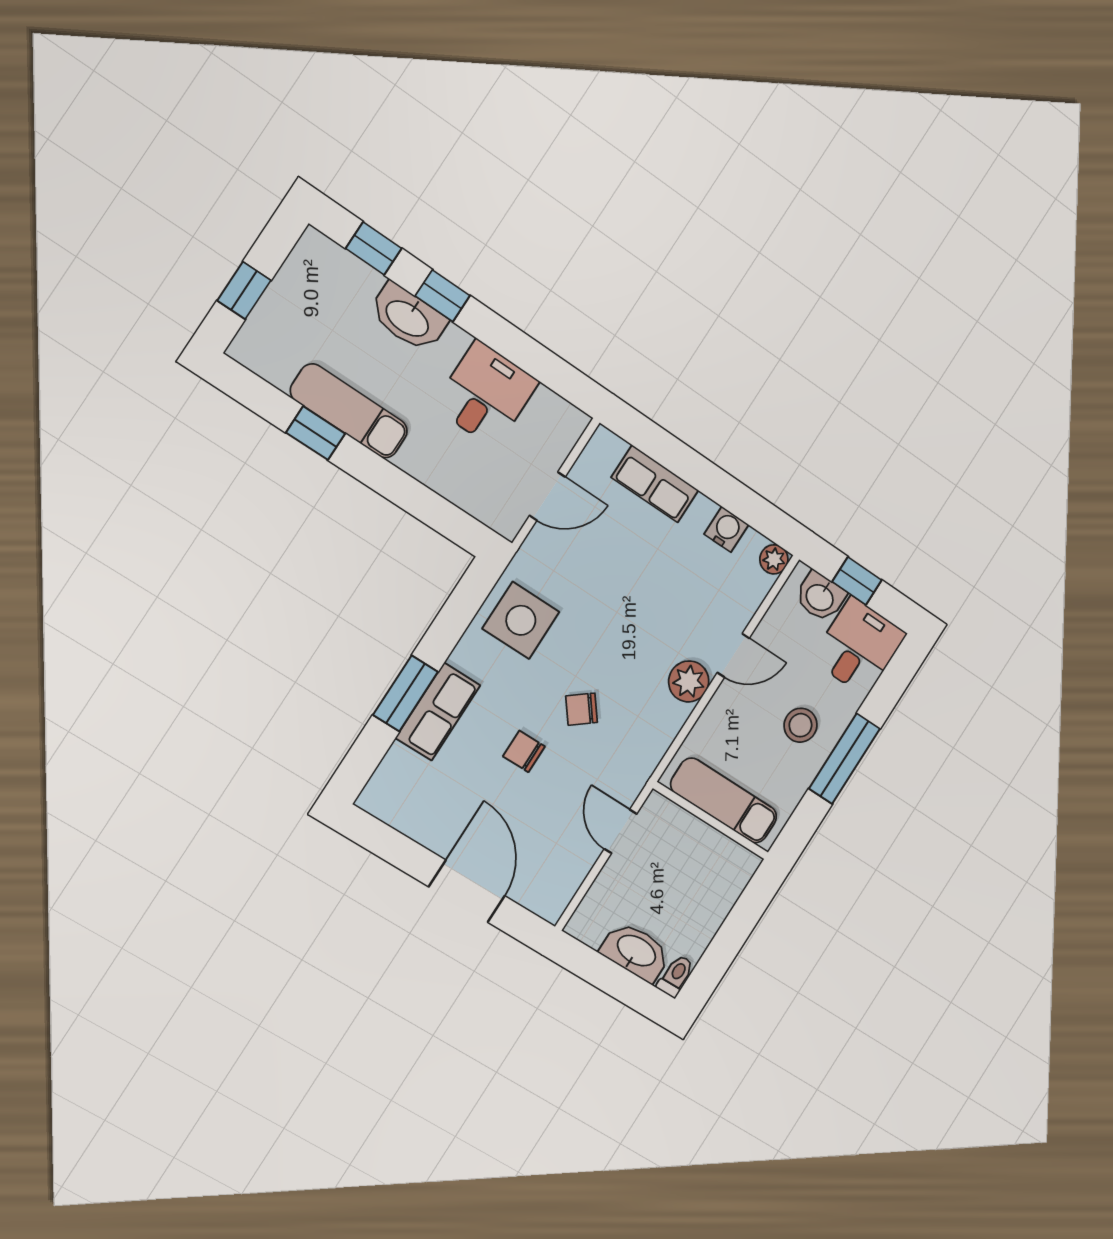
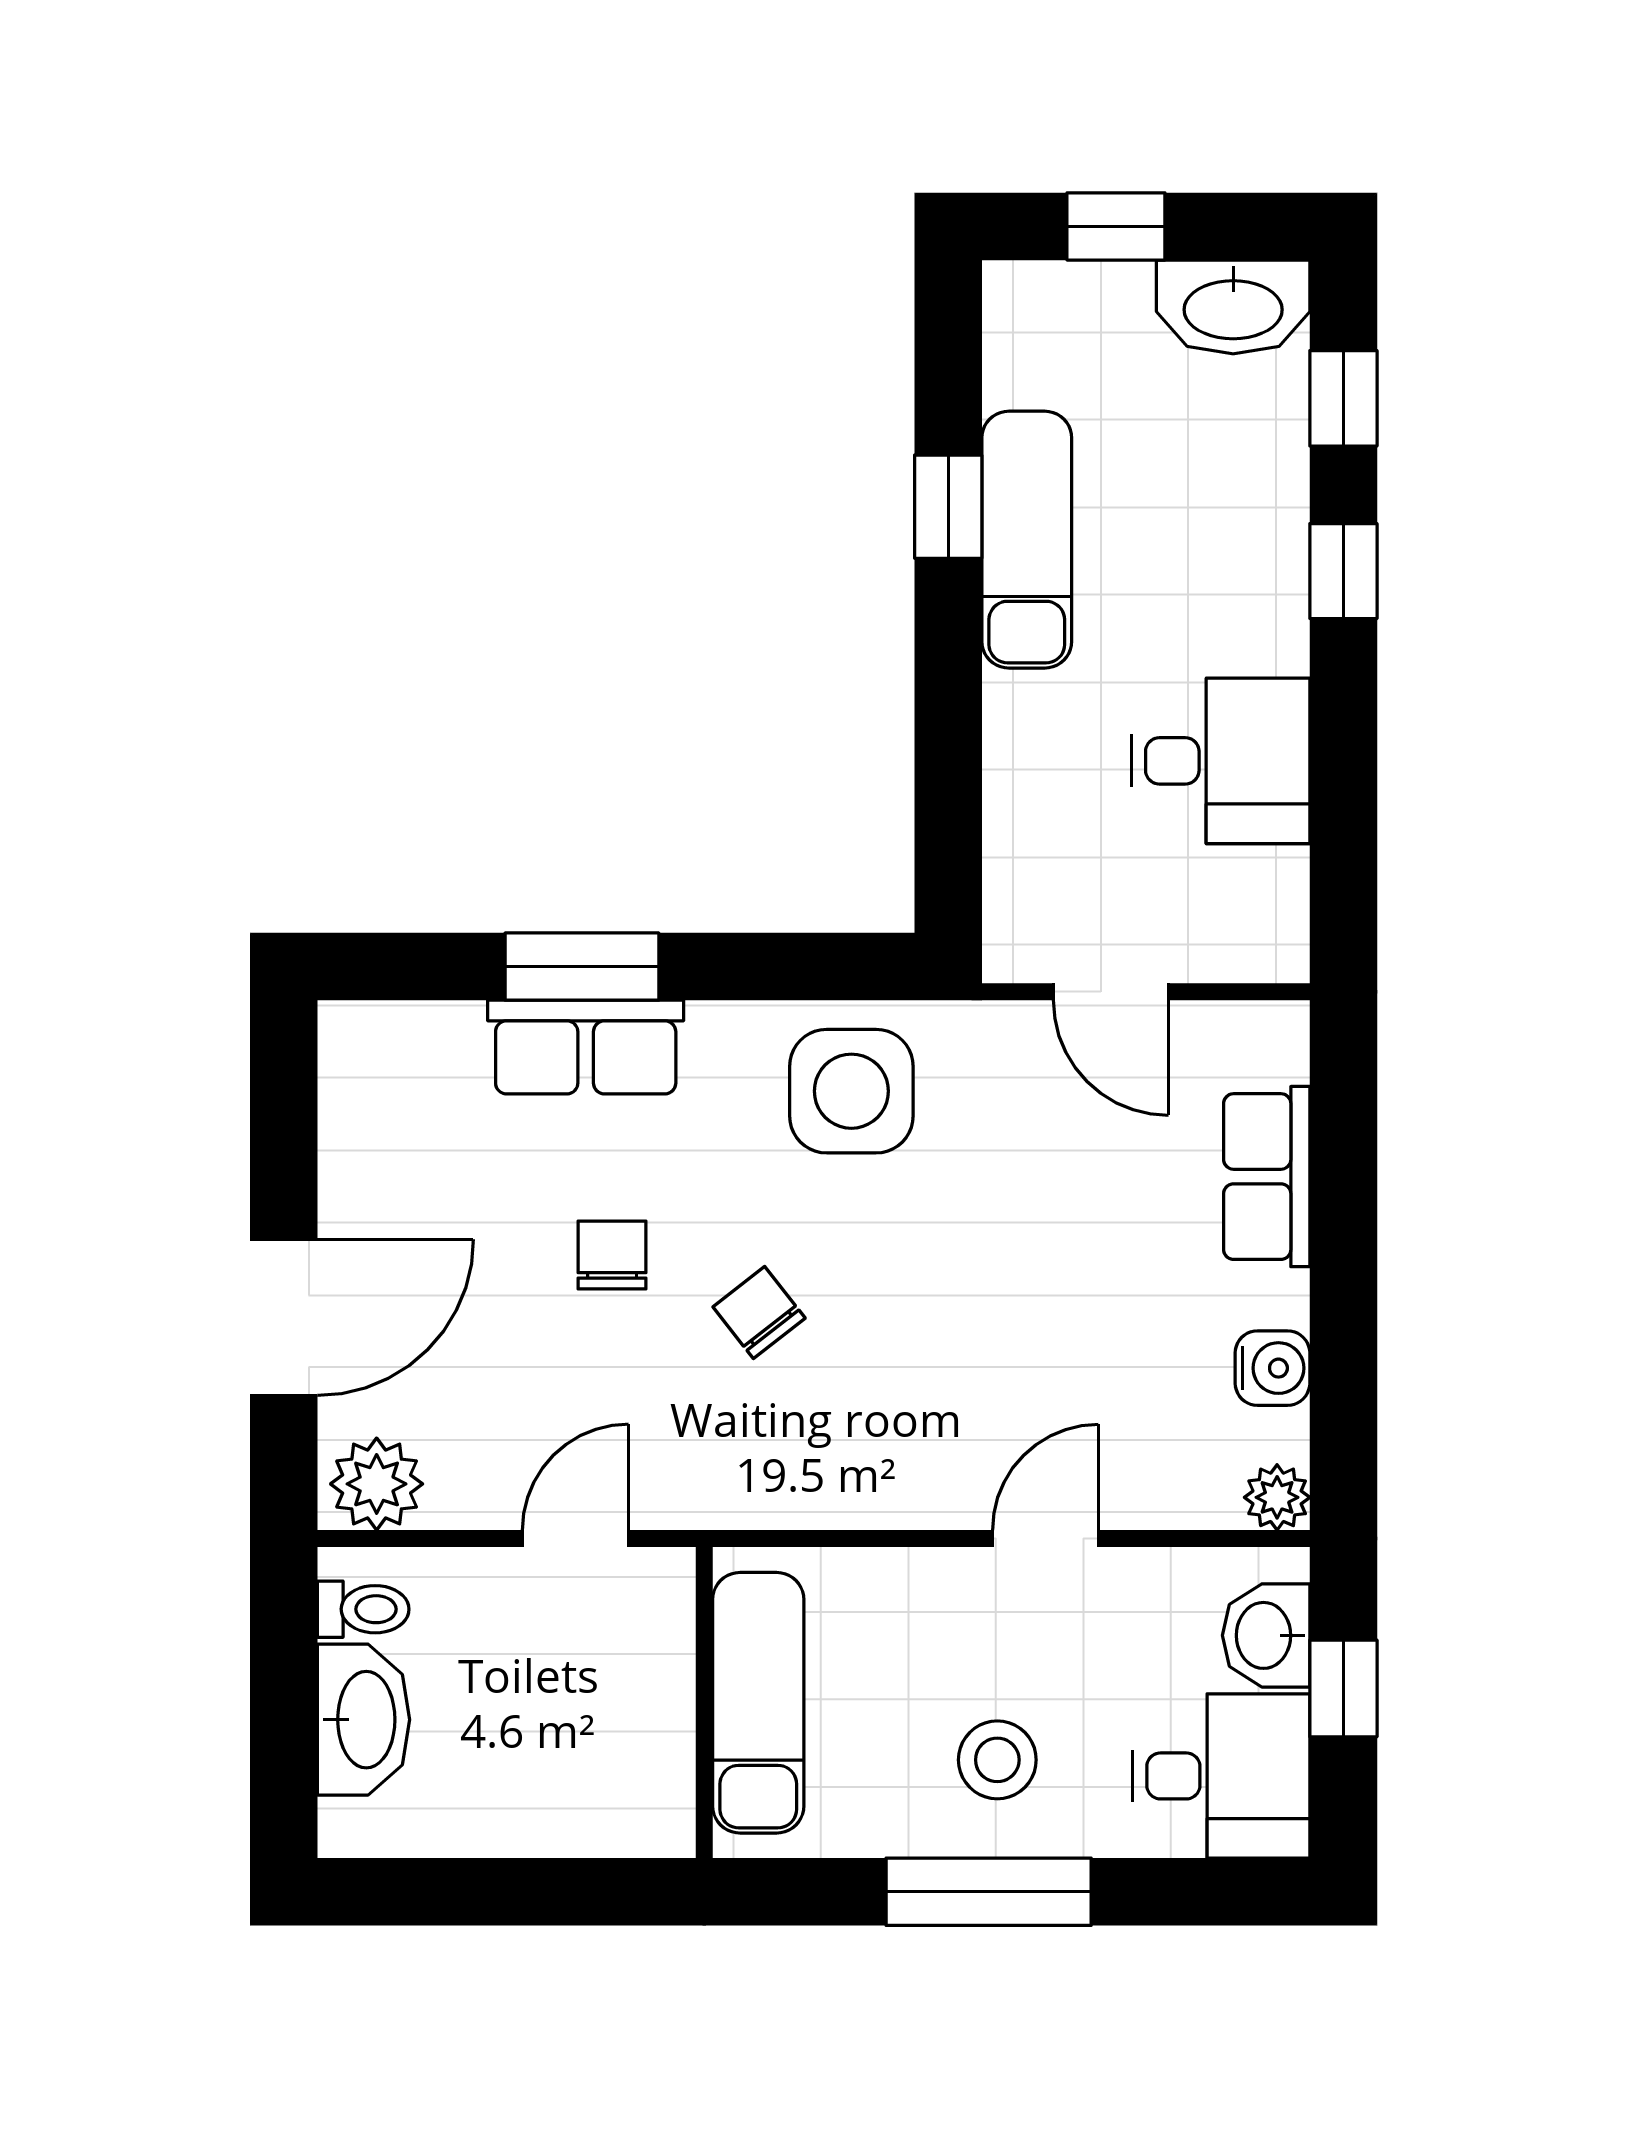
washbasin: (408, 318) -> (1233, 307), moved, turned -90
door: (733, 655) -> (1045, 1539), swing flipped
plant: (689, 681) -> (377, 1484), moved
toilet: (676, 976) -> (363, 1609), moved

